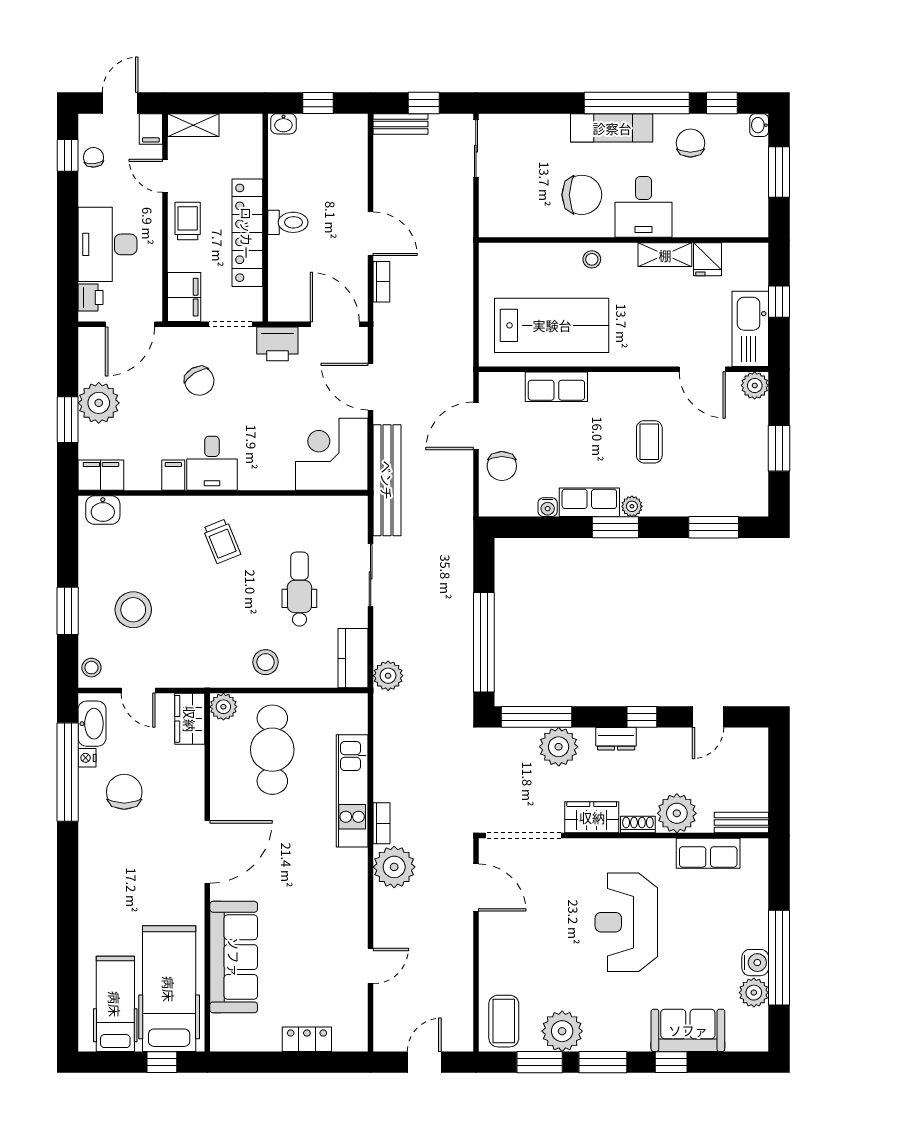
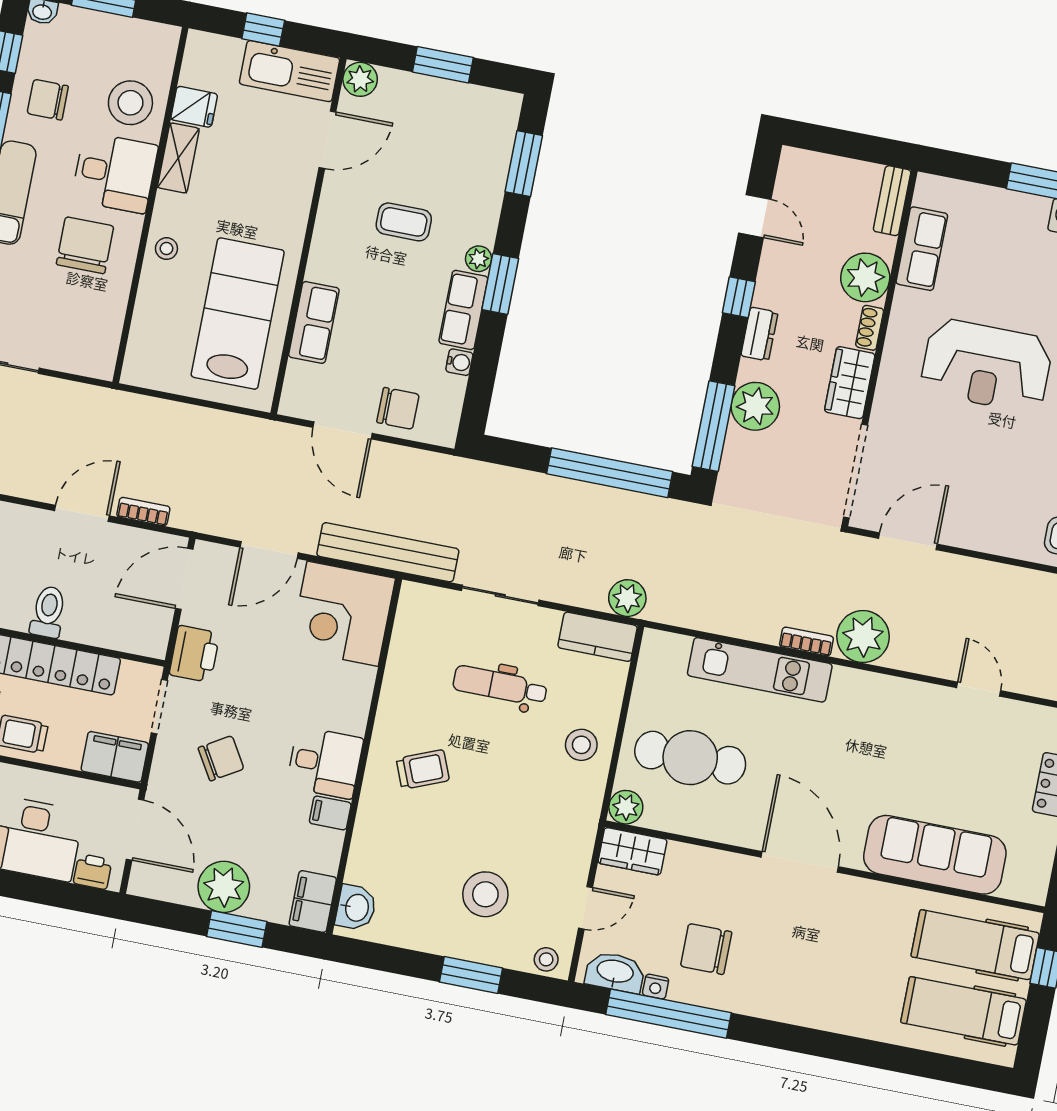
stool: (701, 209) -> (130, 103), added
hospital bed: (169, 989) -> (975, 945), width x0.73, depth x0.78

